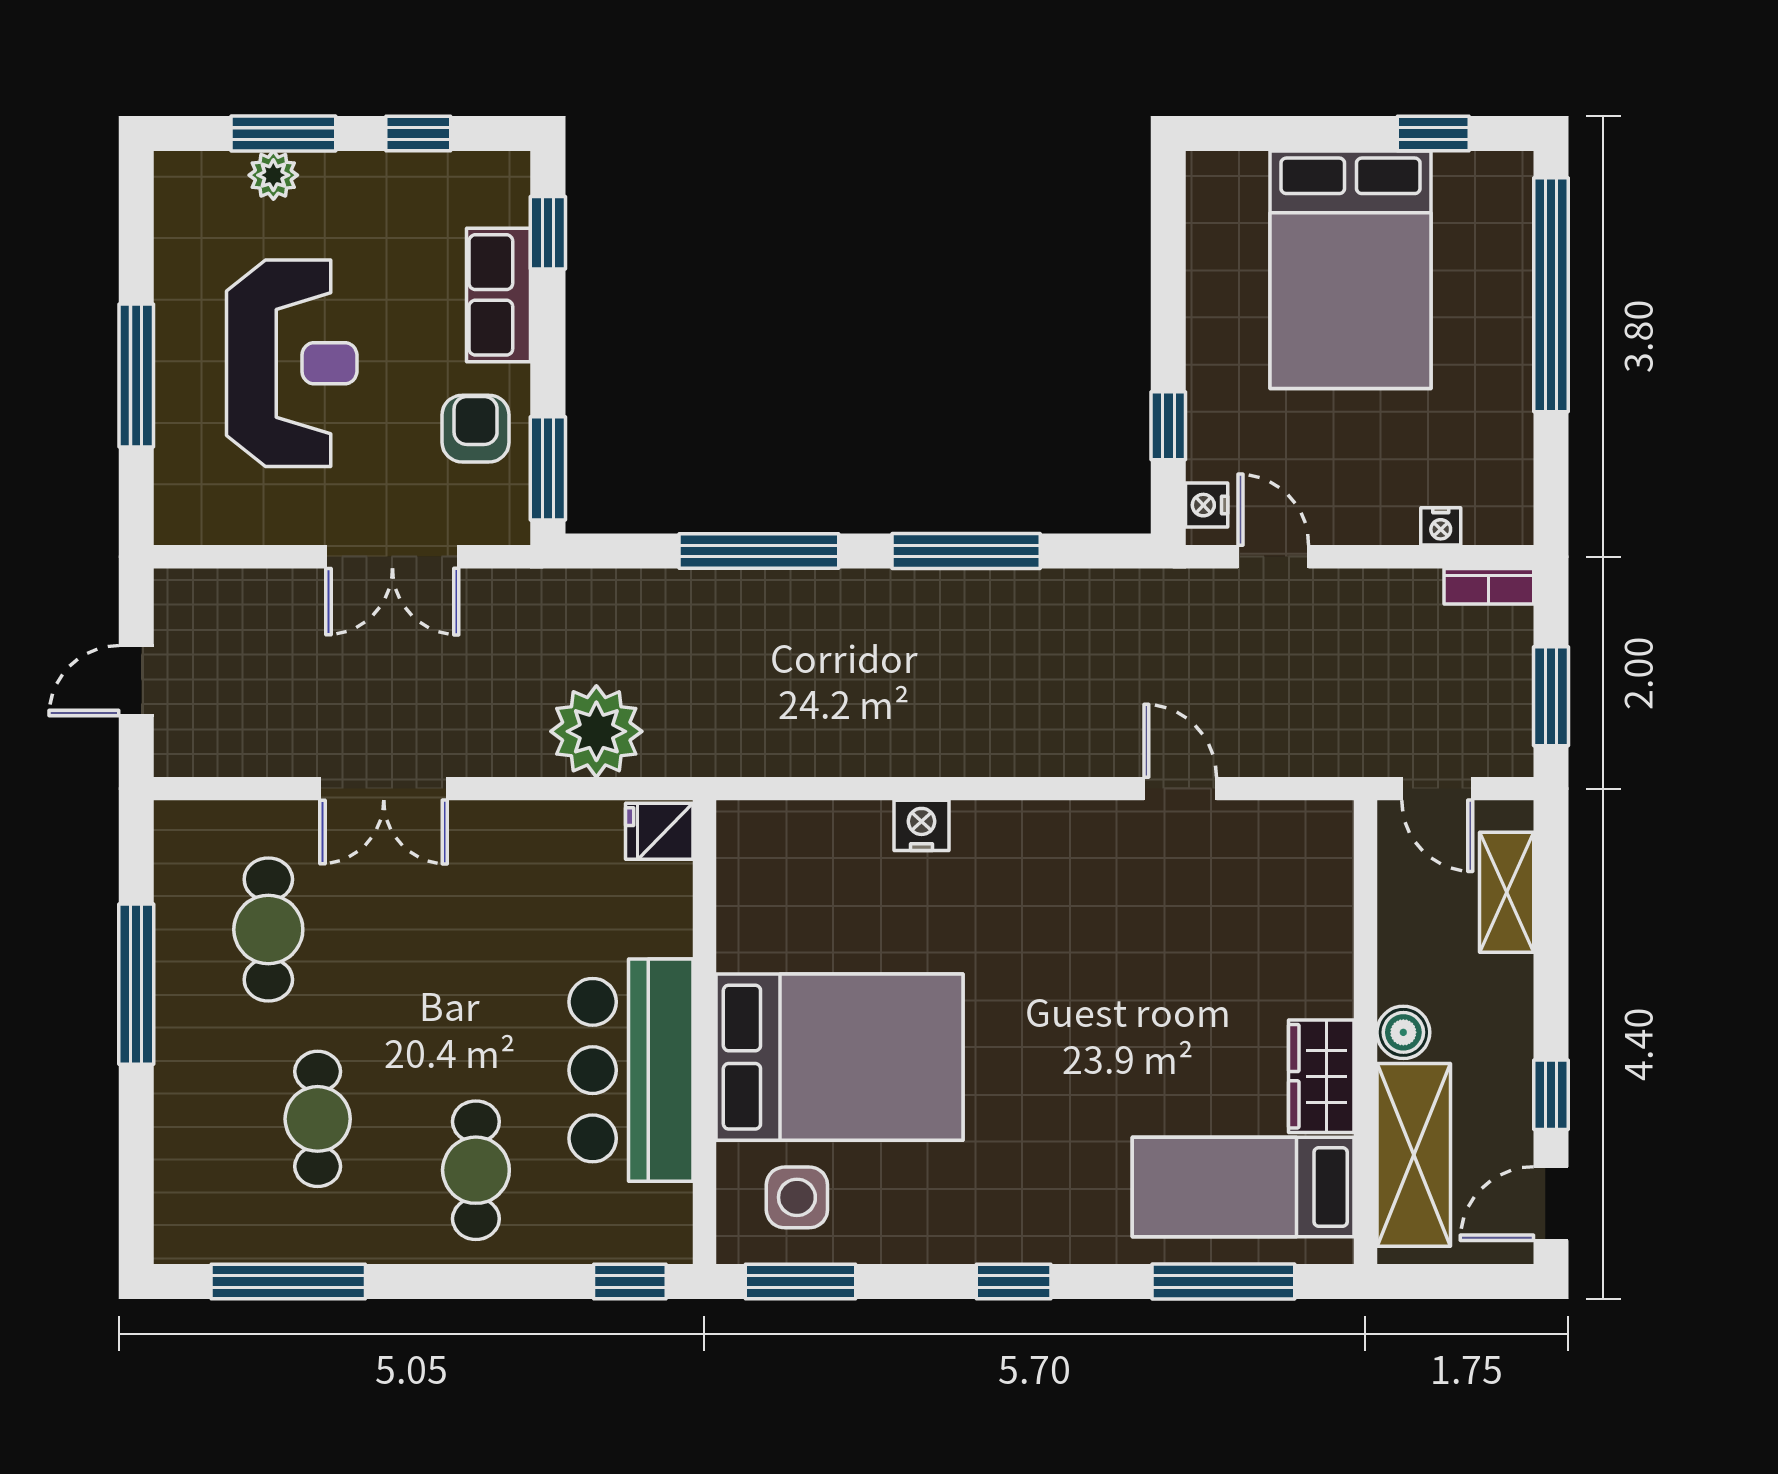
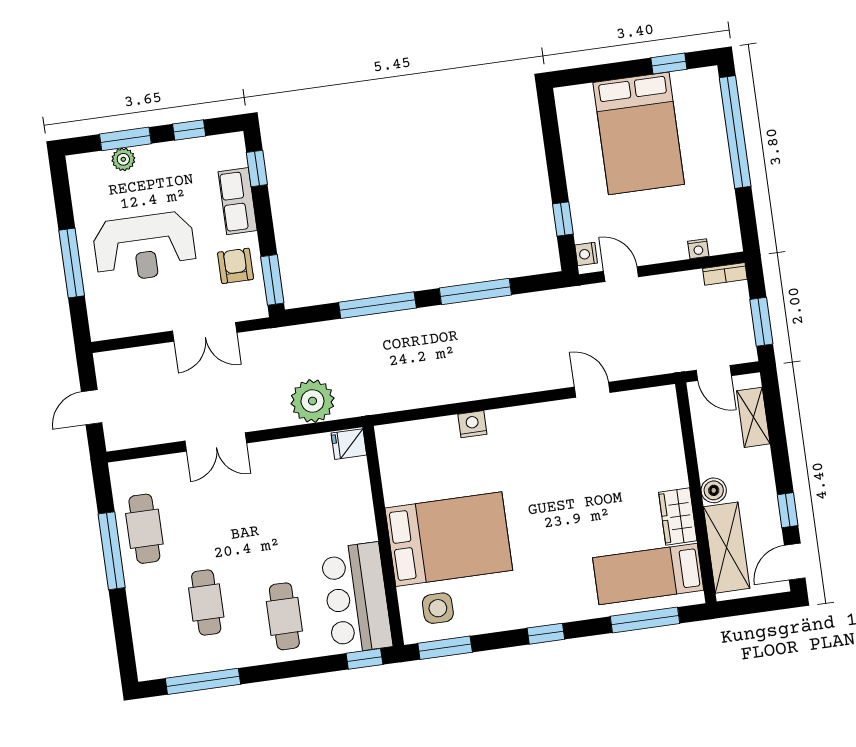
reception desk: (292, 363) -> (144, 247), turned 90
cafe table: (268, 930) -> (144, 529), moved
bar counter: (631, 1070) -> (357, 598), moved

